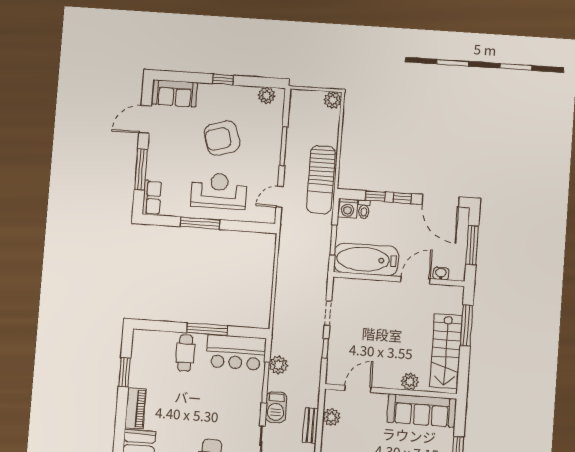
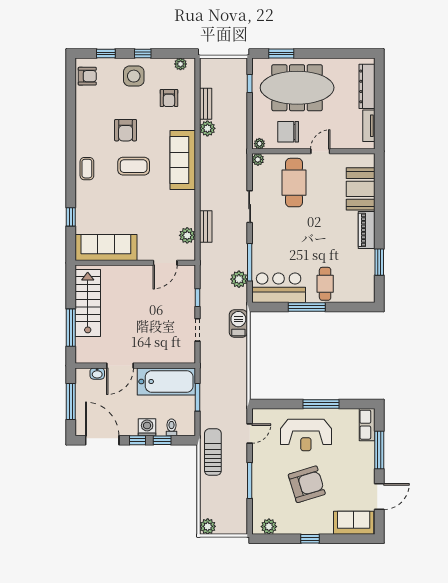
sun lounger: (321, 180) -> (213, 452), width x0.73, depth x0.75
washing machine: (348, 208) -> (147, 427), moved
plant: (410, 382) -> (119, 273), removed
barbecue: (276, 407) -> (238, 324), moved

